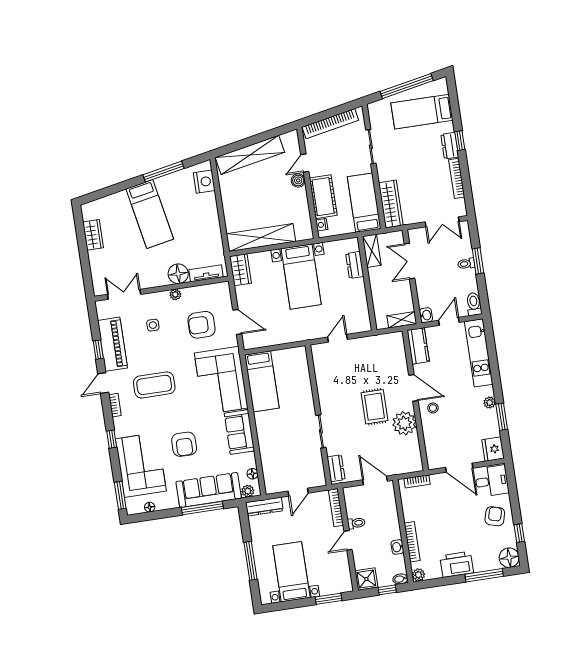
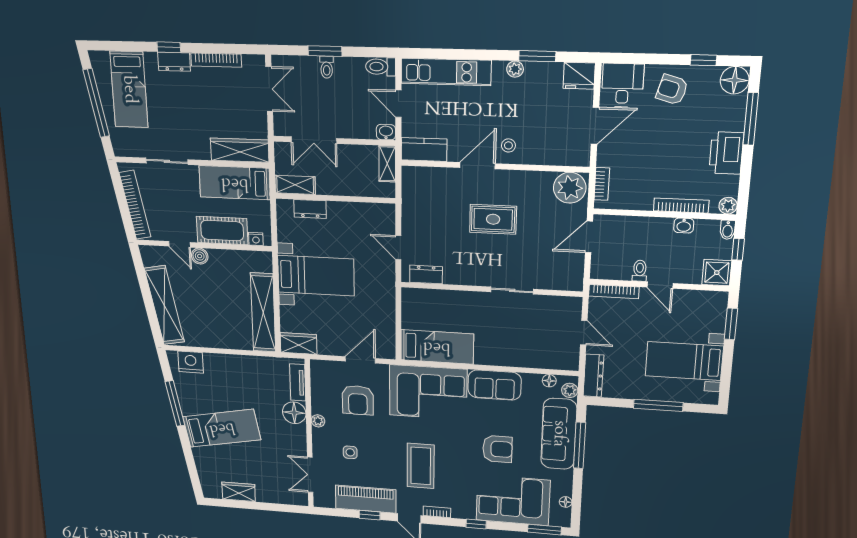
plant: (404, 423) -> (570, 188), moved
dresser: (336, 468) -> (426, 274), moved

